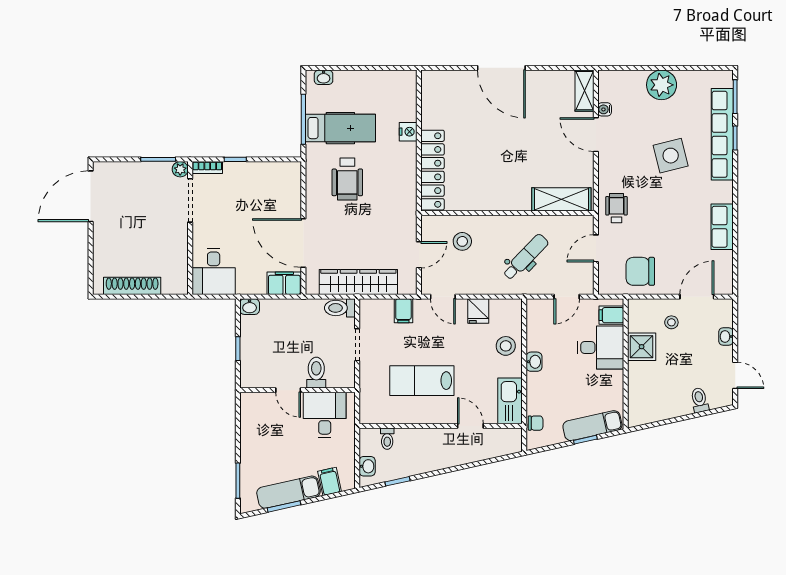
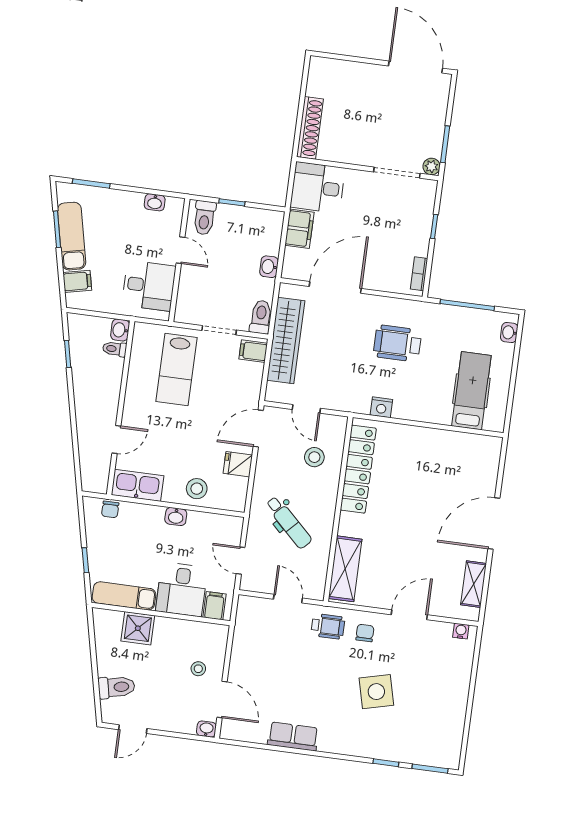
plant: (662, 85) -> (453, 692), removed
shelving: (584, 91) -> (474, 584), moved, turned 90
water cooler: (605, 109) -> (461, 631), moved
hospital bed: (340, 128) -> (471, 391), moved, turned 180
nightstand: (408, 132) -> (381, 407), moved
row of seats: (722, 134) -> (392, 750), removed
bookcase: (207, 168) -> (419, 274), moved
locker: (432, 170) -> (358, 469), moved, turned -90
chair: (640, 271) -> (365, 633), moved, width x0.54, depth x0.54
filing cabinet: (284, 283) -> (299, 229), moved
shoe rack: (132, 286) -> (310, 128), moved
door: (443, 297) -> (258, 428), width x1.38
washbasin: (250, 307) -> (269, 267), moved
filing cabinet: (403, 311) -> (253, 351), moved
washbasin: (726, 337) -> (206, 729), moved
shower: (642, 347) -> (138, 628), moved
toilet: (316, 373) -> (204, 218), moved, turned 90
lab bench: (422, 381) -> (176, 369), moved, turned 180
door: (288, 390) -> (180, 250), swing flipped
toilet: (699, 400) -> (116, 687), width x1.37, depth x1.39
washbasin: (247, 420) -> (155, 202), added
exam couch: (592, 426) -> (124, 596), moved, turned -78
washbasin: (367, 466) -> (120, 330), moved, turned 90

